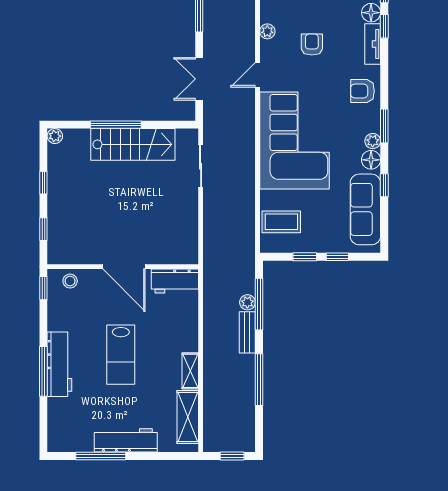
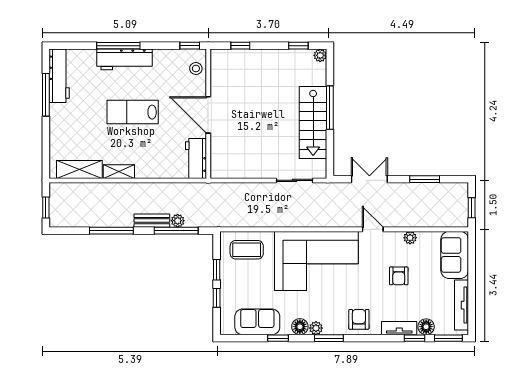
armchair: (312, 45) -> (399, 276), turned 90
window: (43, 183) -> (298, 46), moved
sofa: (365, 209) -> (257, 322), width x0.73
coffee table: (281, 222) -> (247, 250), turned 90
door: (124, 267) -> (208, 115), hinge flipped
workbench: (126, 440) -> (59, 76), moved

